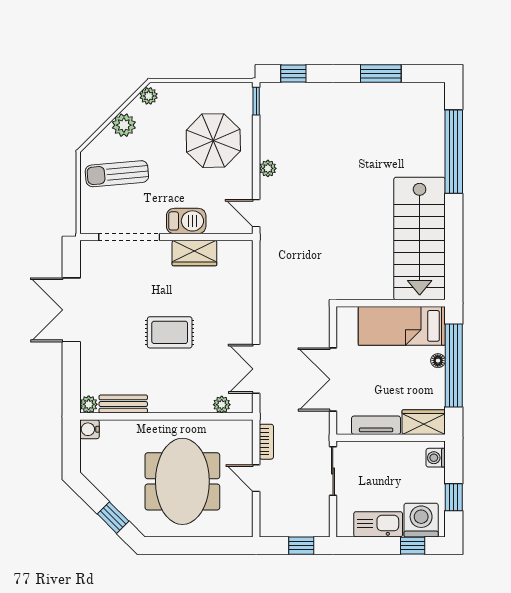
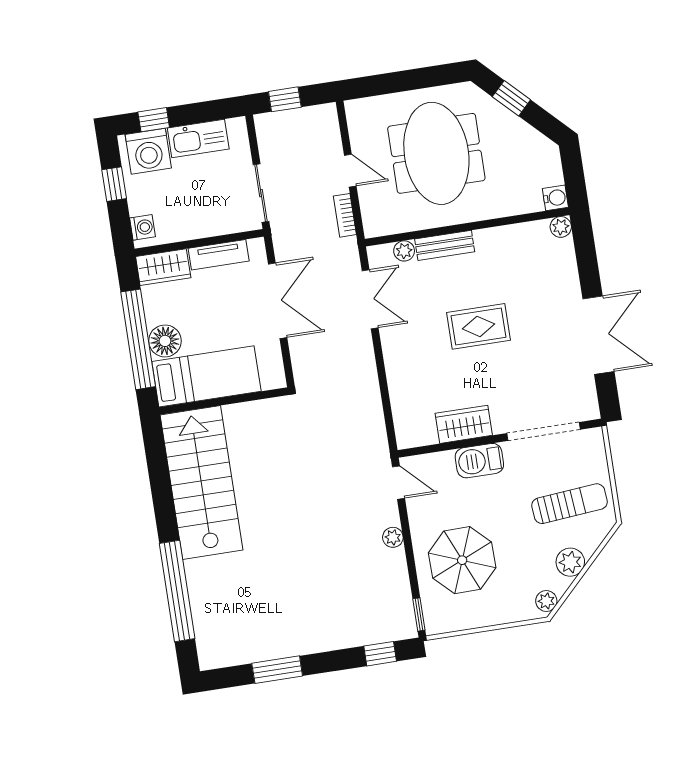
floor lamp: (438, 361) -> (165, 341), width x1.89, depth x1.89
bench: (123, 404) -> (445, 245), moved

